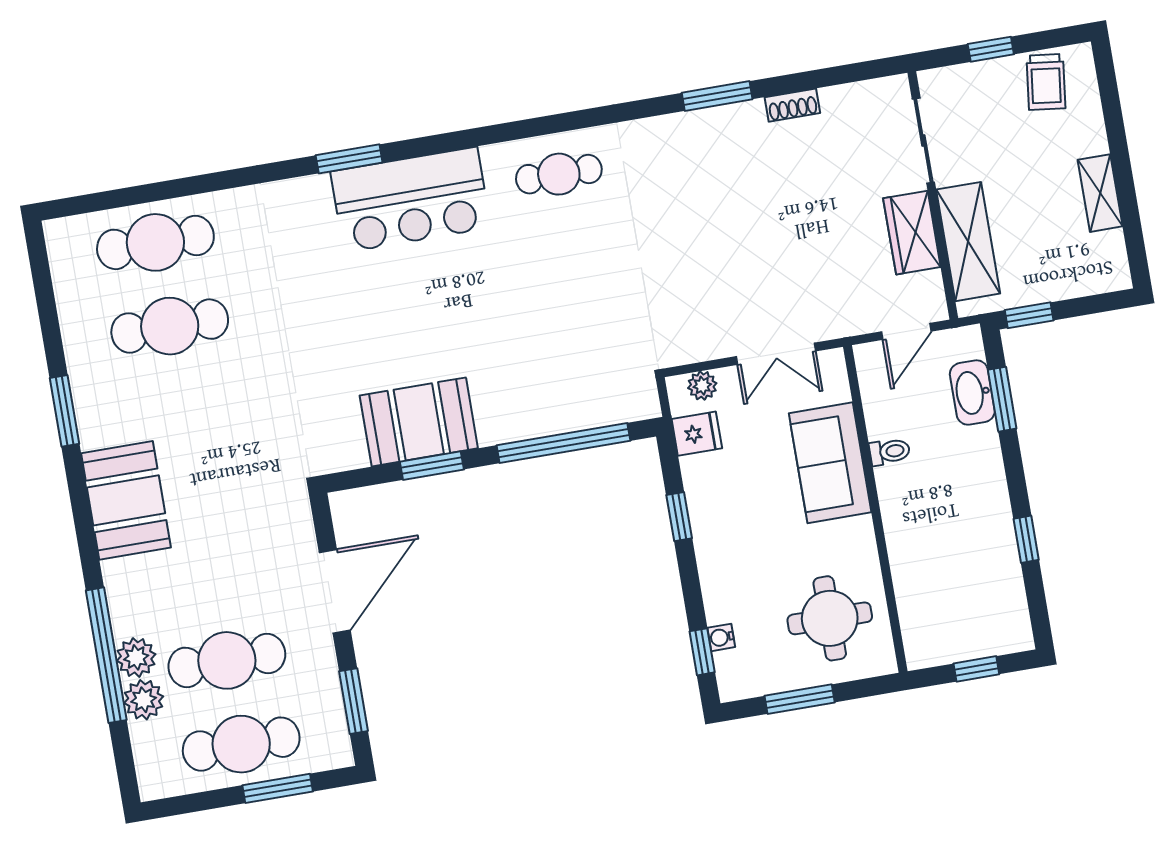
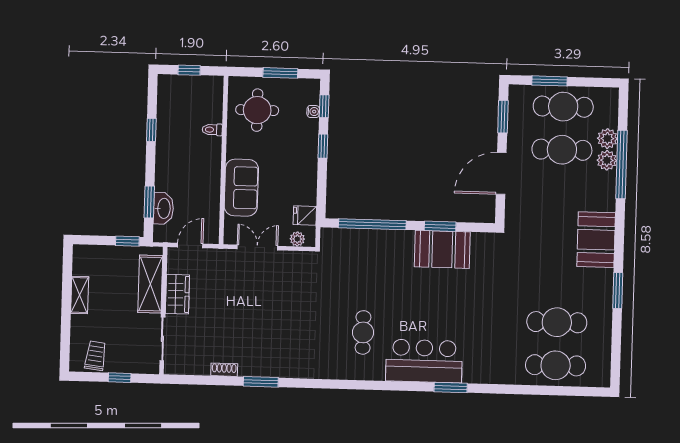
cafe table: (559, 174) -> (363, 332), moved, turned 90
toilet: (890, 452) -> (212, 130), moved
window: (679, 517) -> (323, 146), moved

